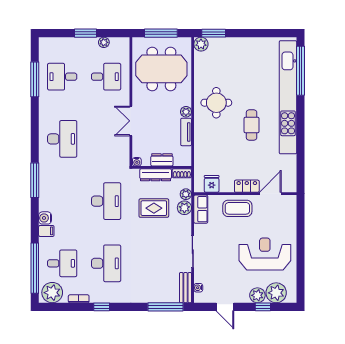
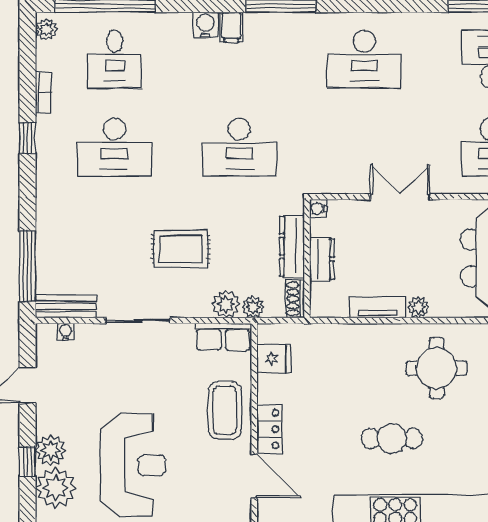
rug: (154, 208) -> (181, 249), moved, turned 90
filing cabinet: (46, 231) -> (232, 27), moved
plant: (52, 293) -> (46, 29), width x0.53, depth x0.53

